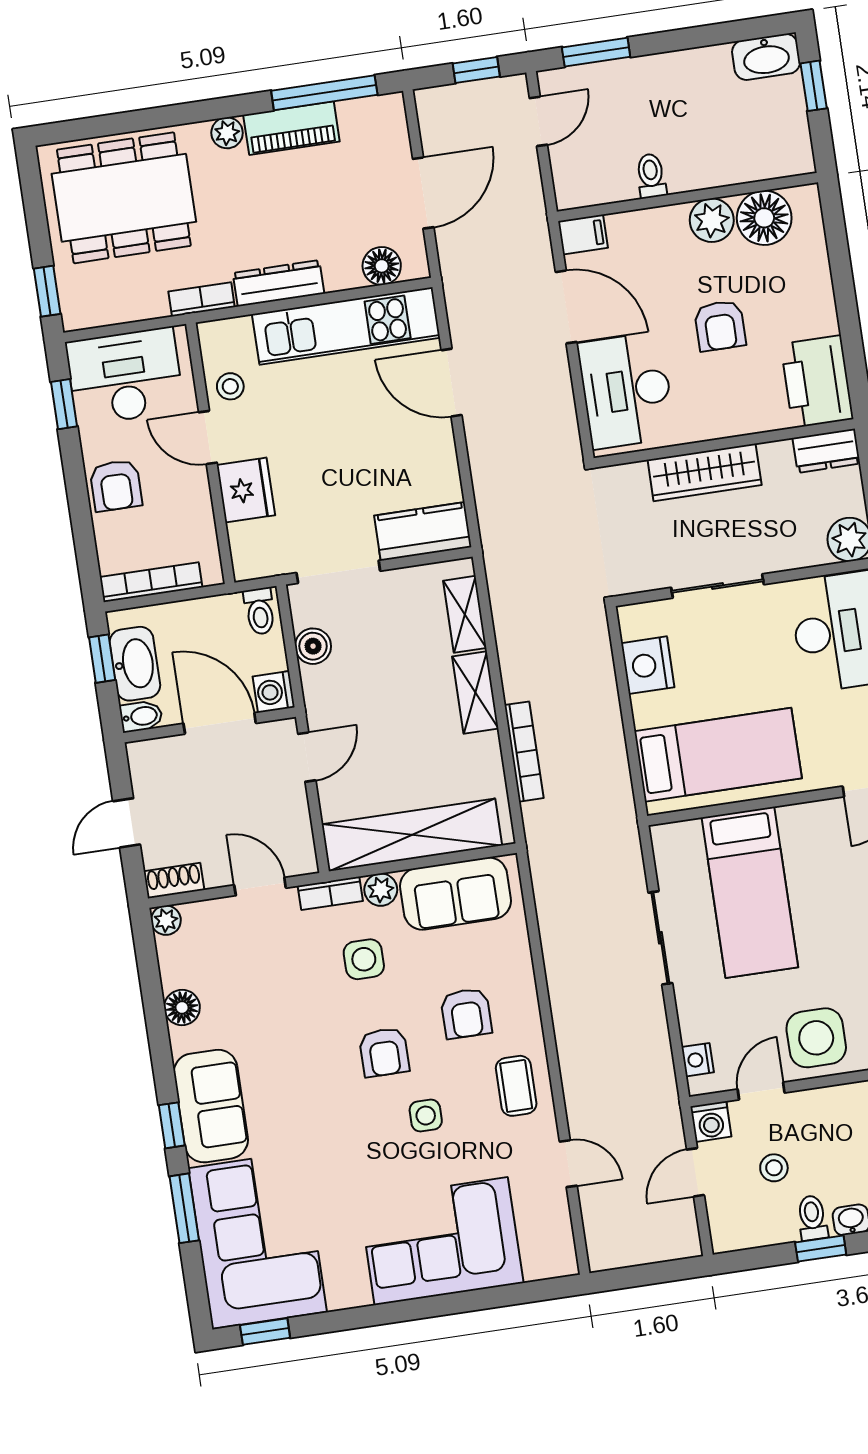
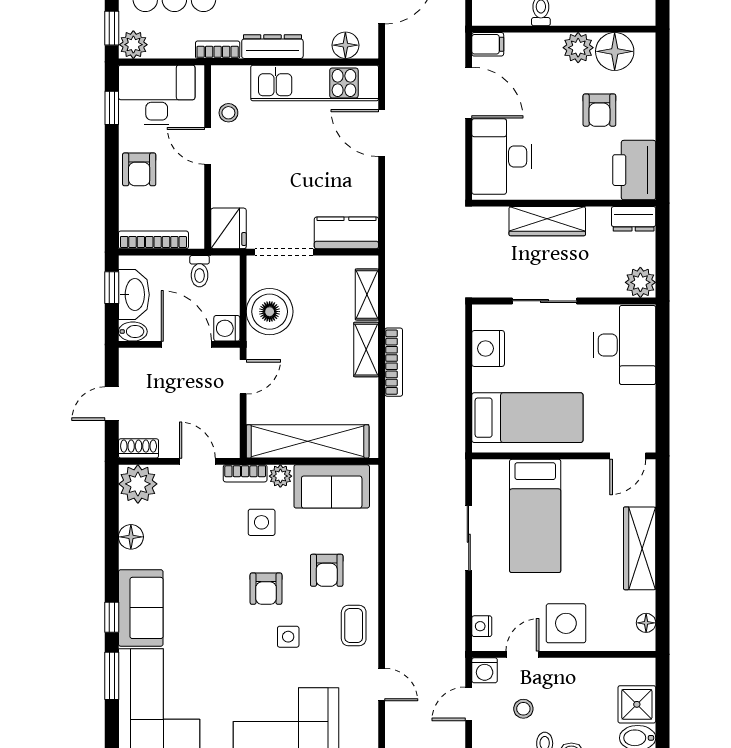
plant: (81, 310) -> (133, 45), added
armchair: (720, 326) -> (599, 110), moved
fridge: (246, 490) -> (229, 228), moved
toilet: (260, 611) -> (200, 271), moved
boiler: (313, 646) -> (270, 312), width x1.86, depth x1.86
bookcase: (524, 752) -> (394, 362), moved
plant: (166, 920) -> (138, 484), width x1.87, depth x1.87

